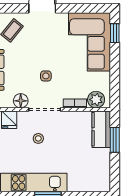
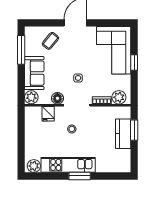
window: (115, 33) -> (134, 62), moved
kitchen counter: (101, 129) -> (123, 134), moved

